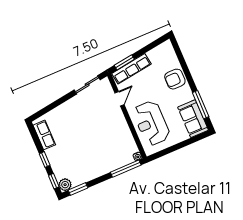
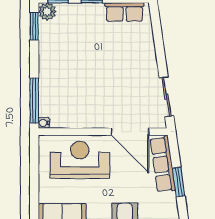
window: (124, 62) -> (179, 182), moved
door: (119, 99) -> (130, 132), width x1.88

